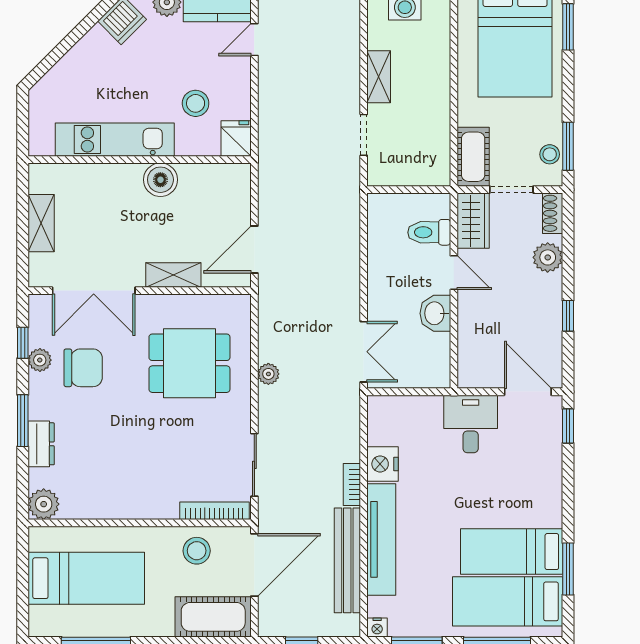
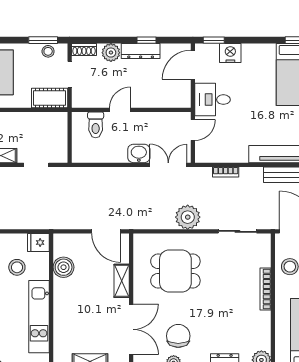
boiler: (160, 180) -> (64, 267), moved
wardrobe: (473, 221) -> (88, 98), removed
dresser: (550, 306) -> (141, 51), added
washbasin: (435, 313) -> (139, 153), moved, turned 180
dining table: (189, 363) -> (175, 271), turned 90
plant: (268, 374) -> (188, 217), width x1.88, depth x1.88
door: (421, 392) -> (193, 130), added
nightstand: (383, 464) -> (230, 53), moved, turned 180
bookcase: (352, 485) -> (226, 172), moved
bookcase: (214, 511) -> (265, 289), moved

